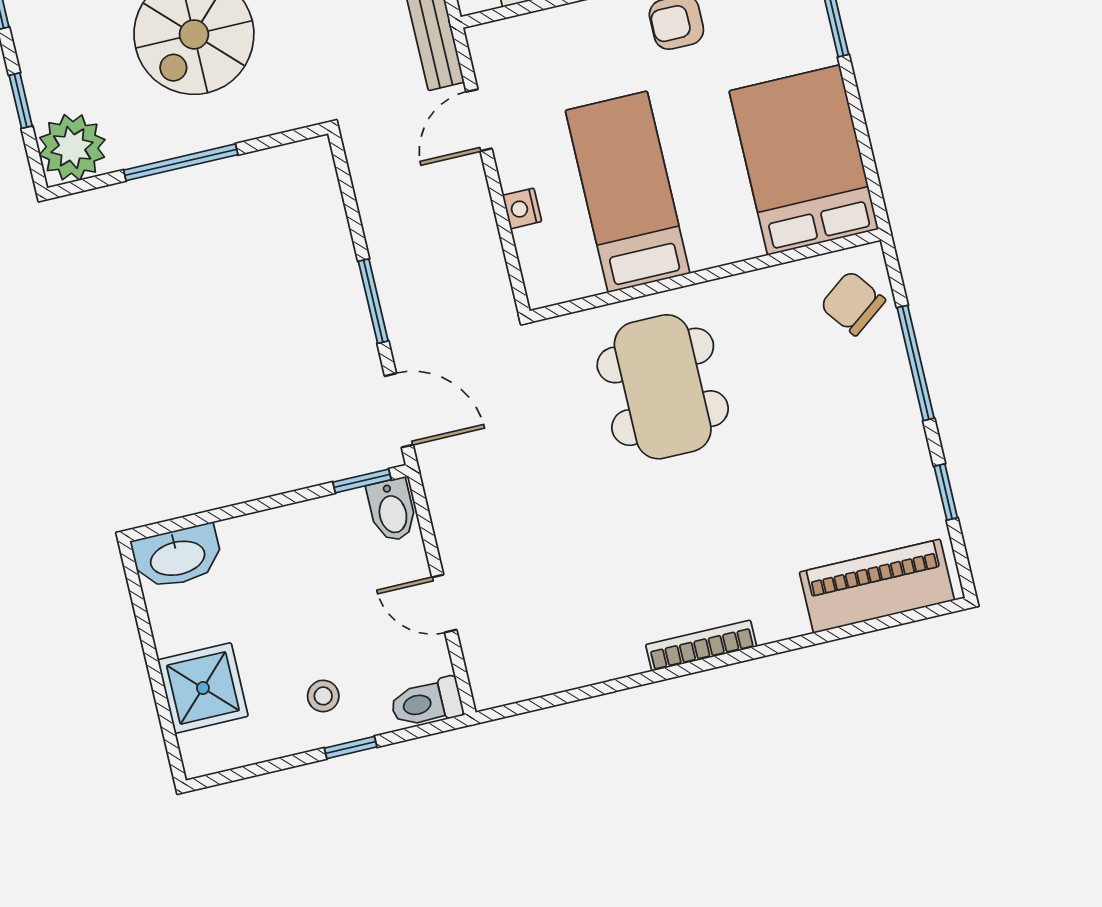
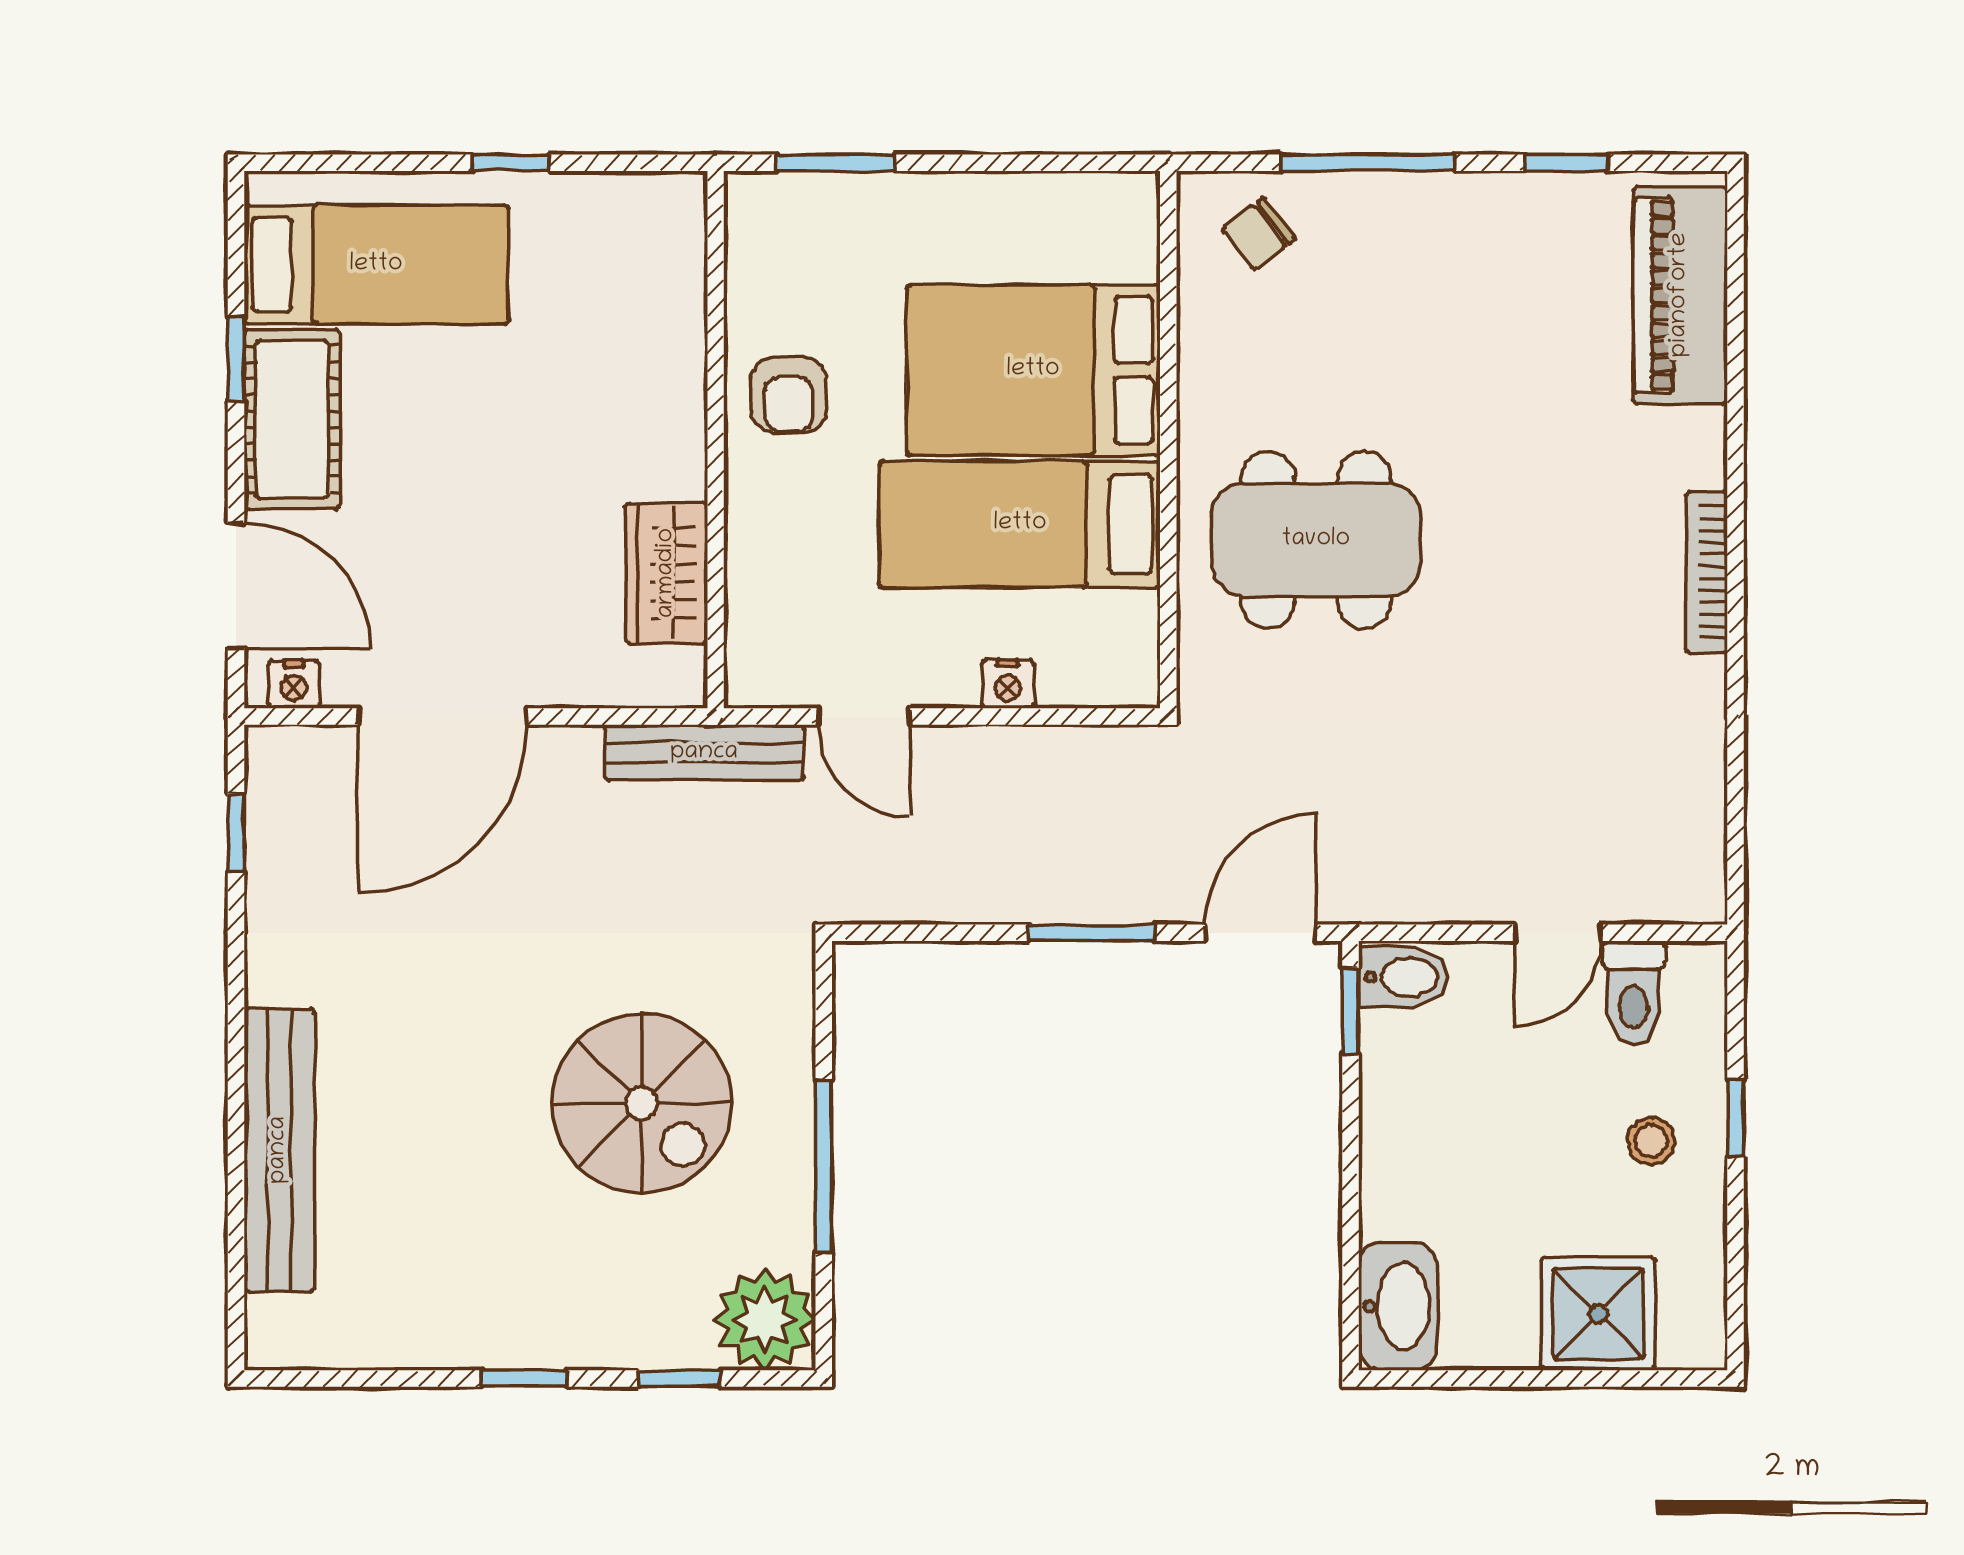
bed: (804, 160) -> (1033, 370), moved
chair: (853, 303) -> (1259, 234), width x0.73, depth x0.73
toilet: (427, 703) -> (1633, 992), moved

